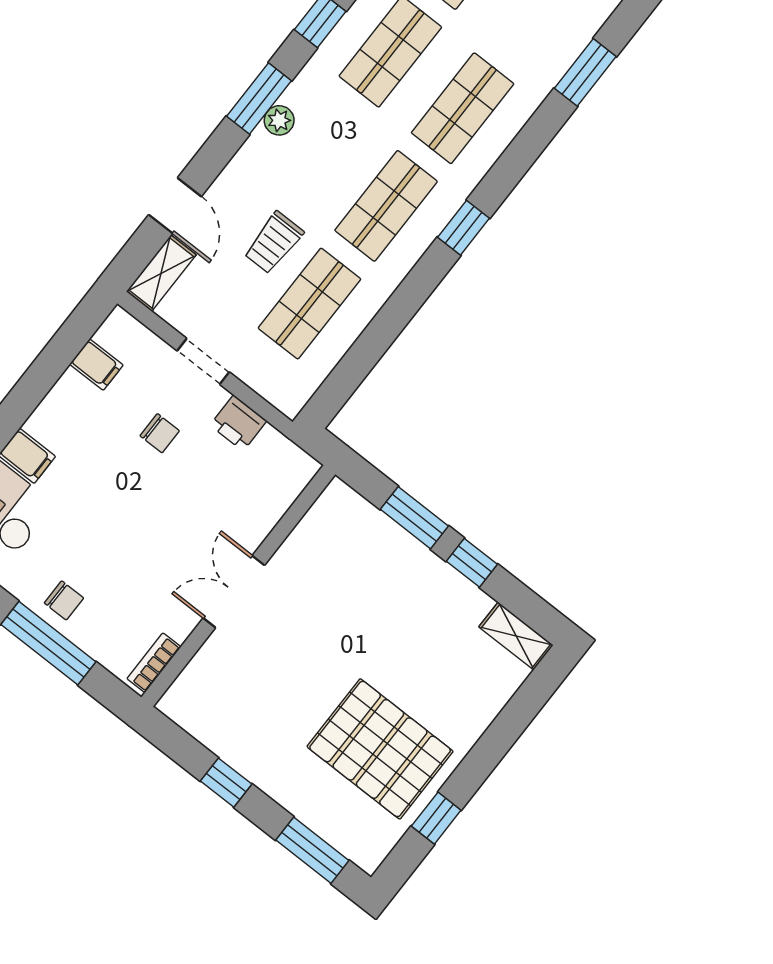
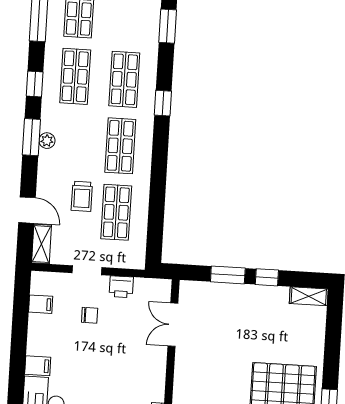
window: (464, 228) -> (163, 103), moved
double door: (234, 592) -> (173, 325), moved

